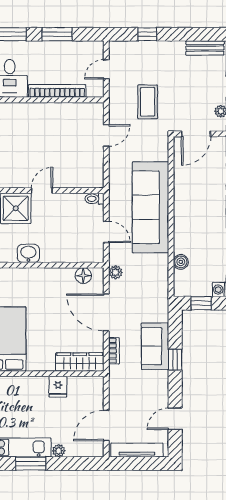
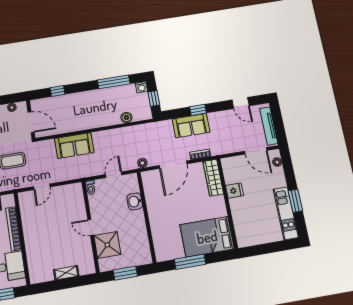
door: (106, 135) -> (42, 187), swing flipped
sofa: (150, 207) -> (74, 146), width x0.54, depth x0.79
washbasin: (28, 253) -> (135, 201), moved
floor lamp: (83, 276) -> (149, 186), removed
plant: (59, 451) -> (277, 162), moved

